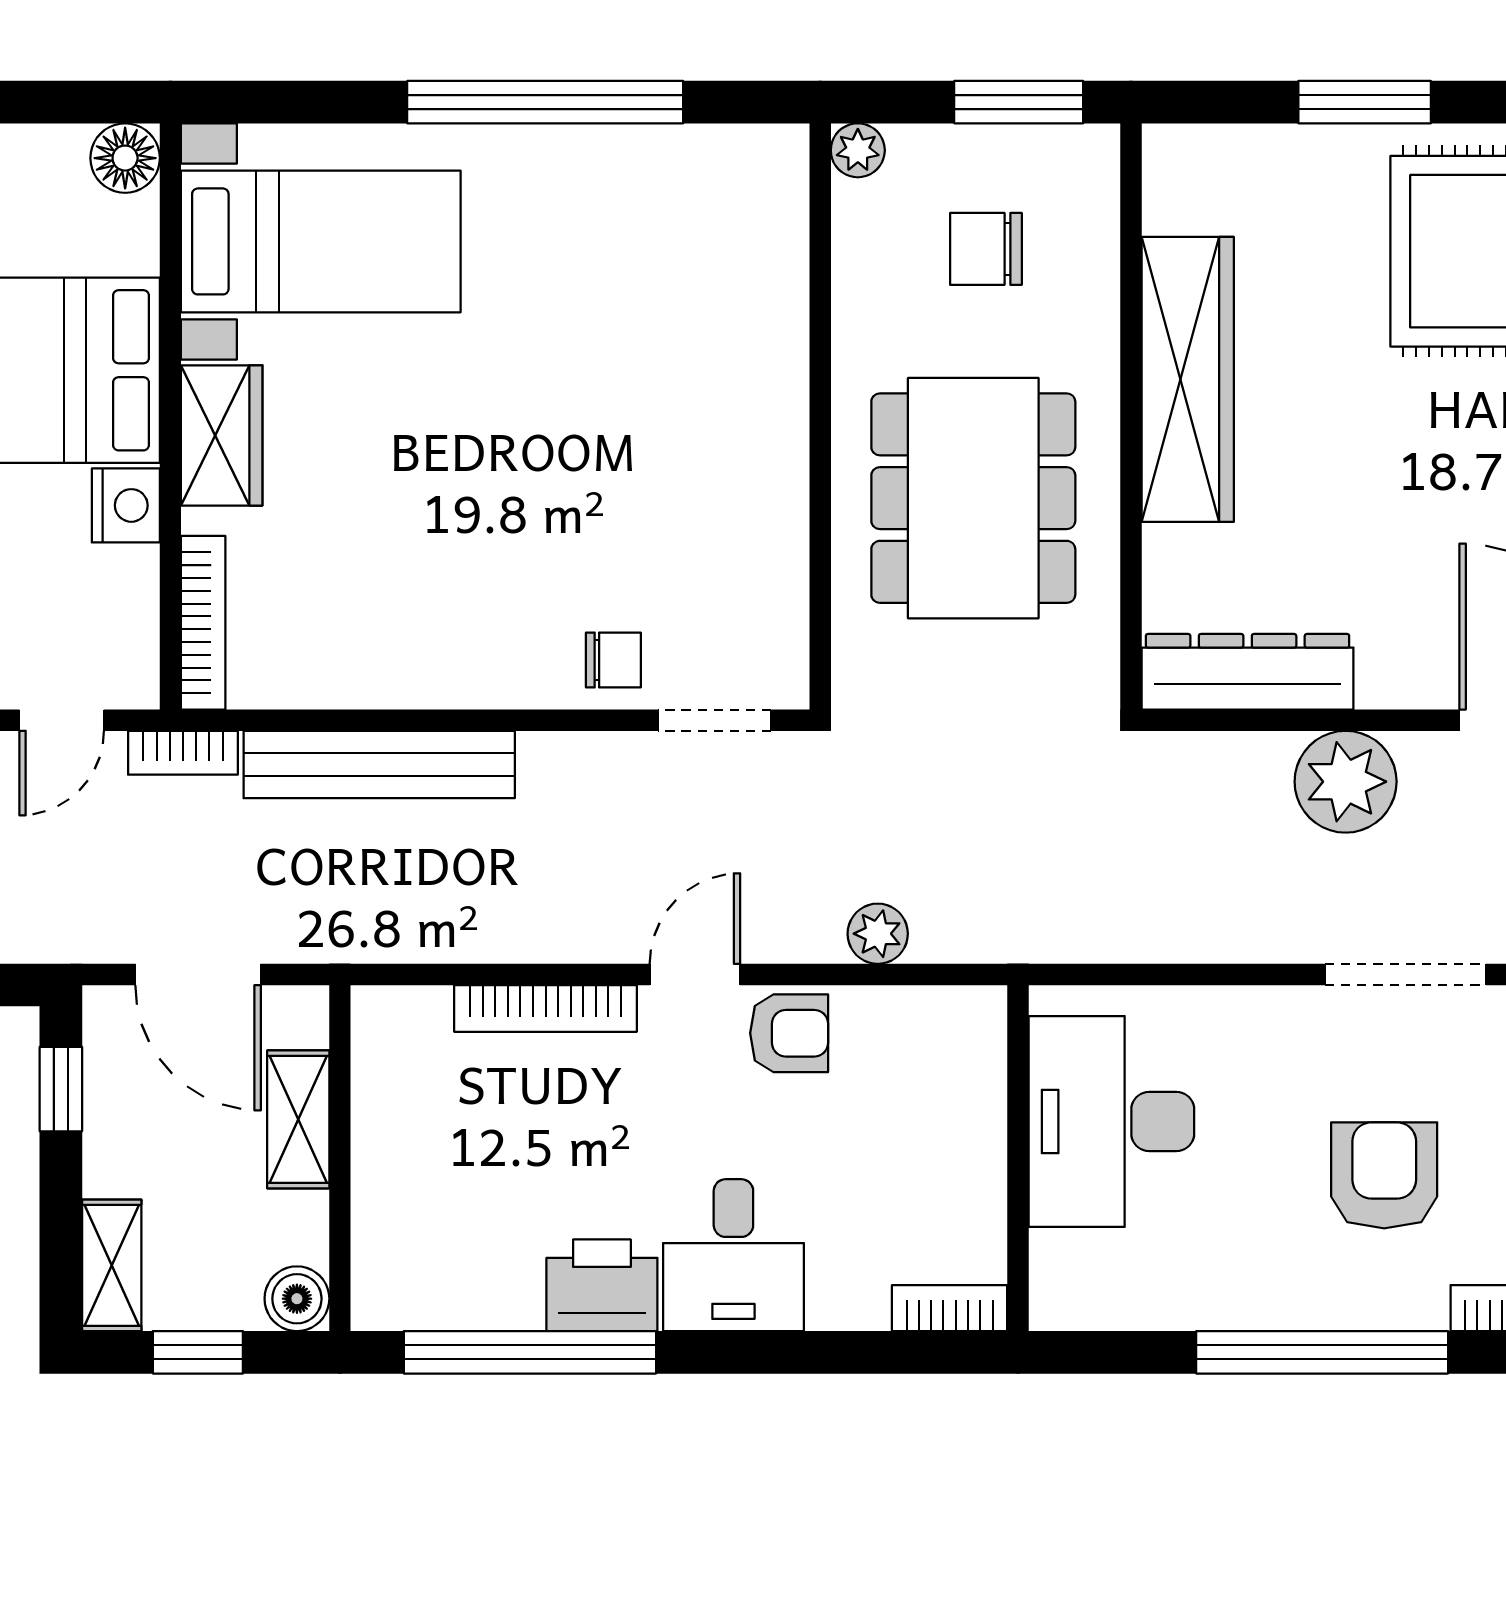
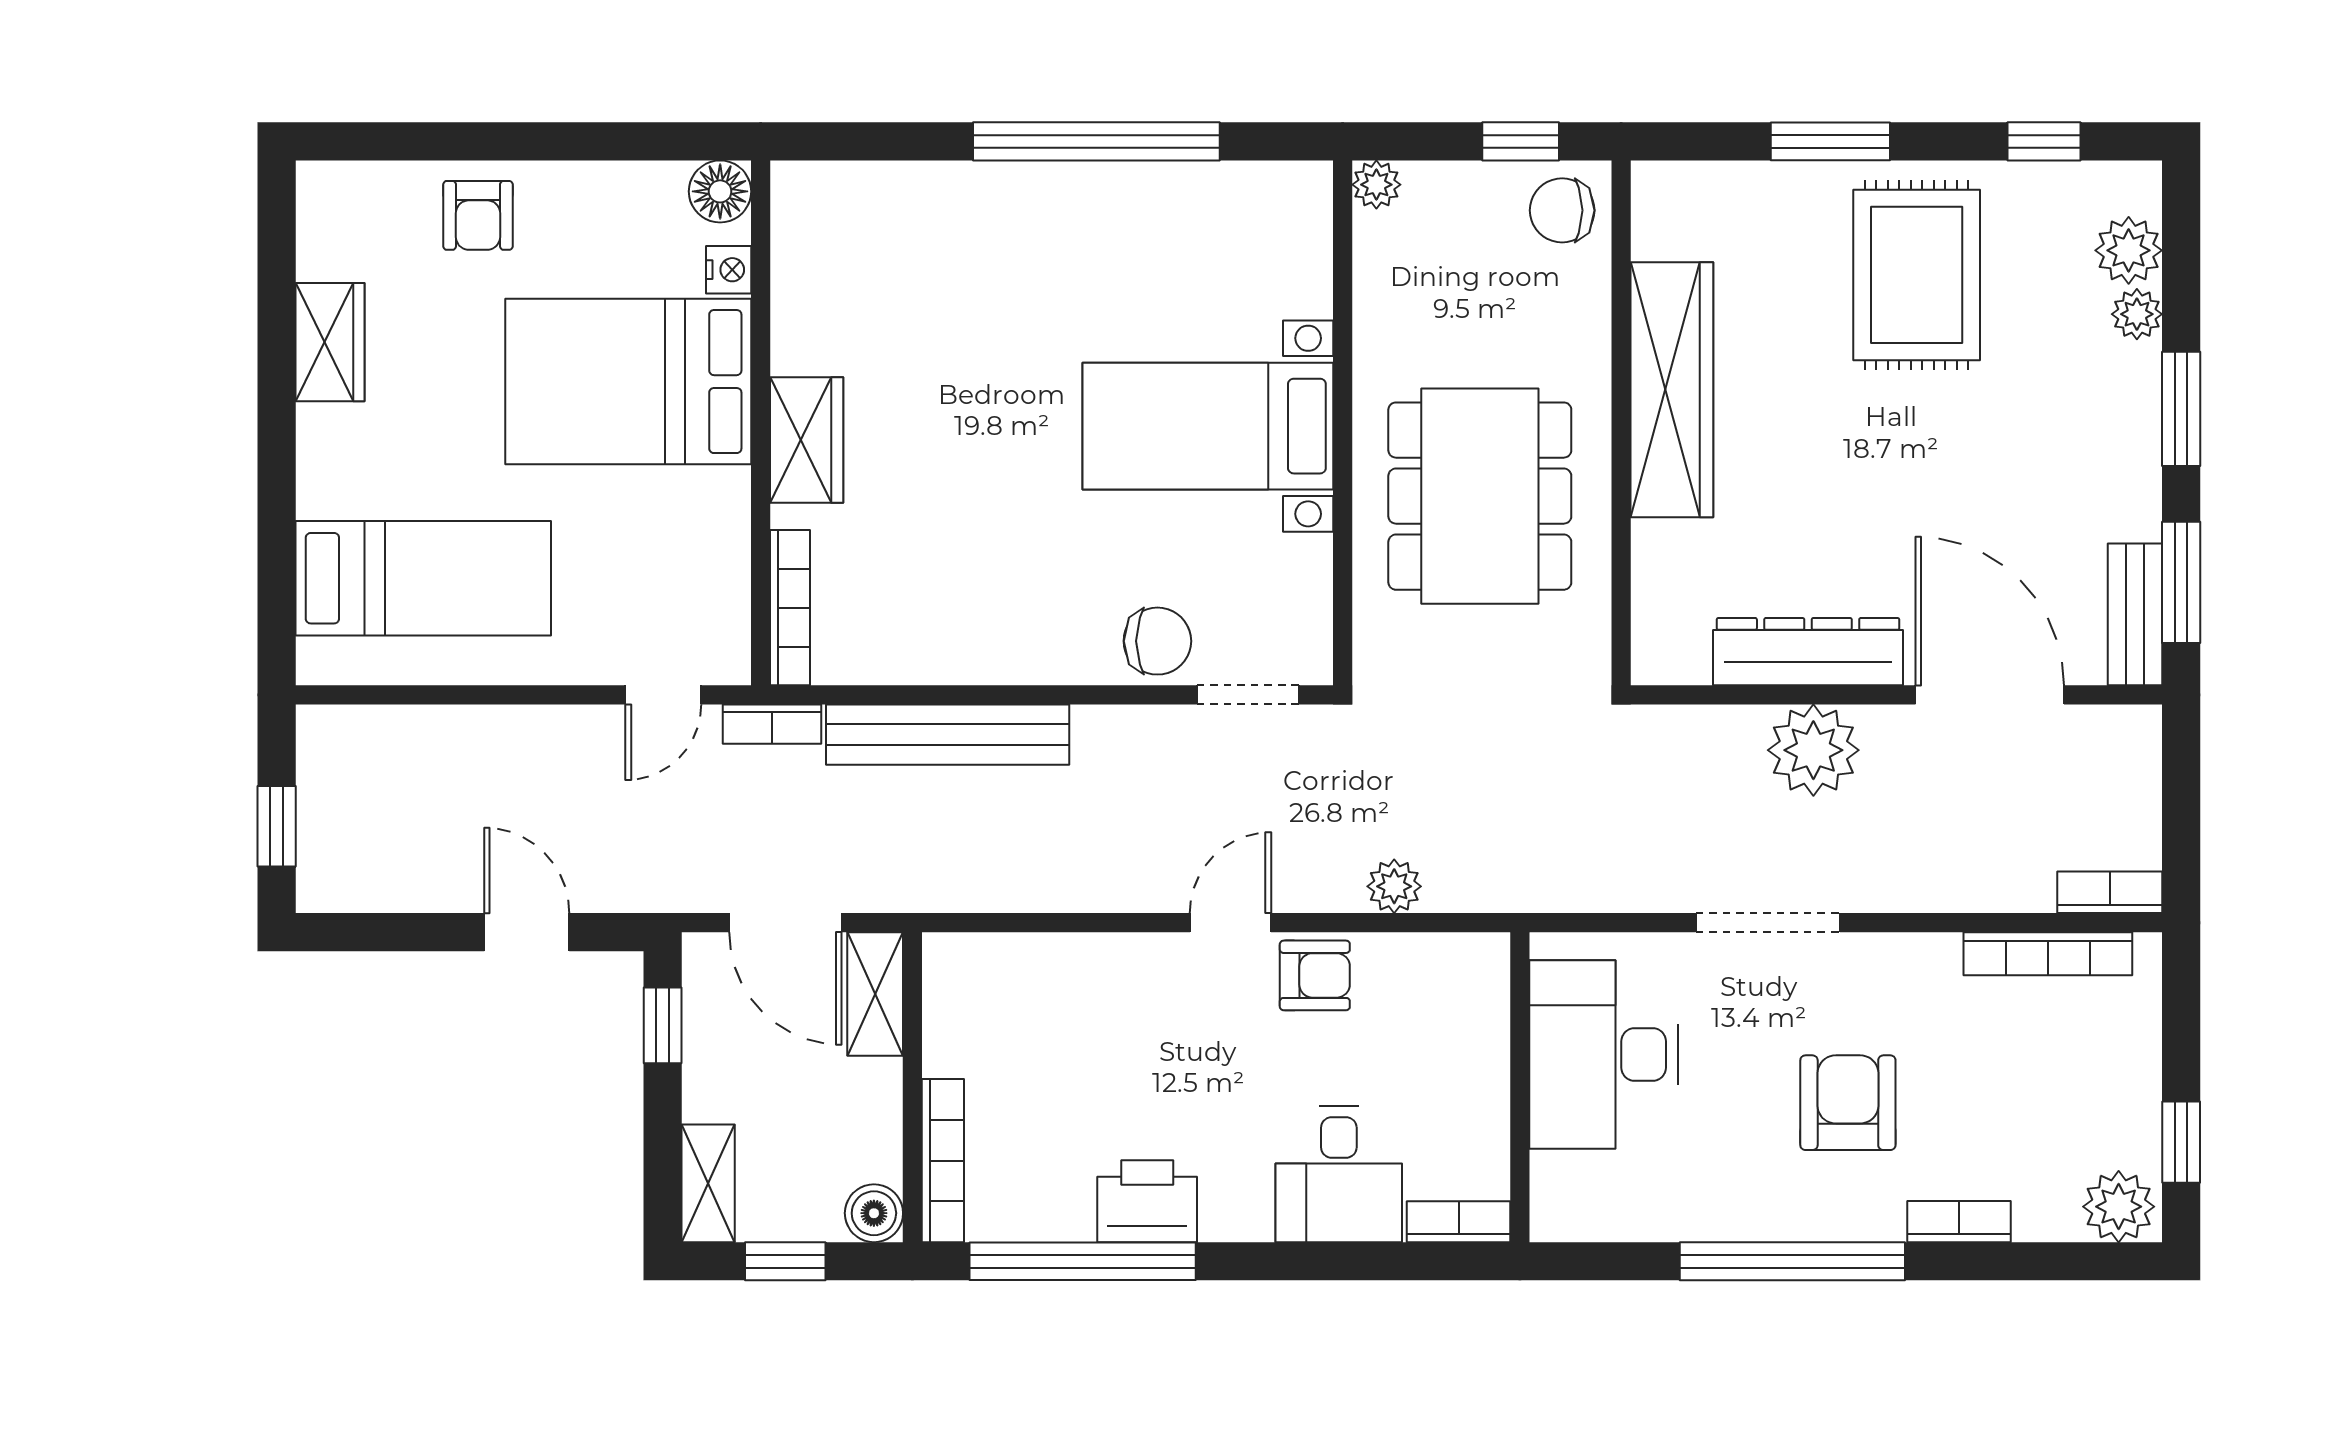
window: (1019, 102) -> (1521, 141), width x0.67
bed with nightstands: (321, 241) -> (1208, 426), moved, turned 180
chair: (986, 249) -> (1562, 210), moved
nightstand: (126, 505) -> (729, 270), moved, width x0.72, depth x0.74
chair: (613, 660) -> (1157, 641), width x1.37, depth x1.37
dresser: (1248, 672) -> (1808, 652), moved
doorway: (1406, 974) -> (1768, 923), moved
bookcase: (546, 1008) -> (943, 1161), moved, turned -90
shelving: (298, 1119) -> (875, 994), moved
desk: (733, 1255) -> (1339, 1174), moved

